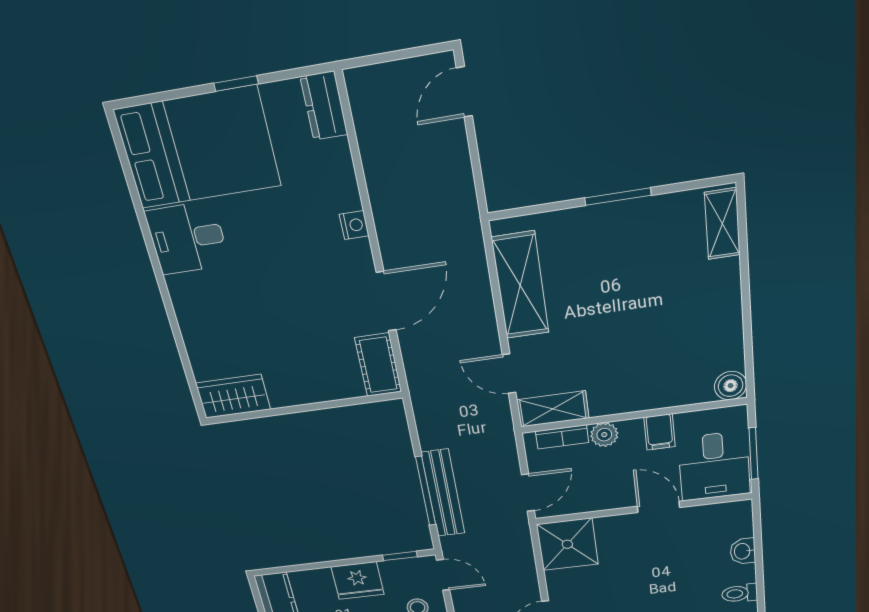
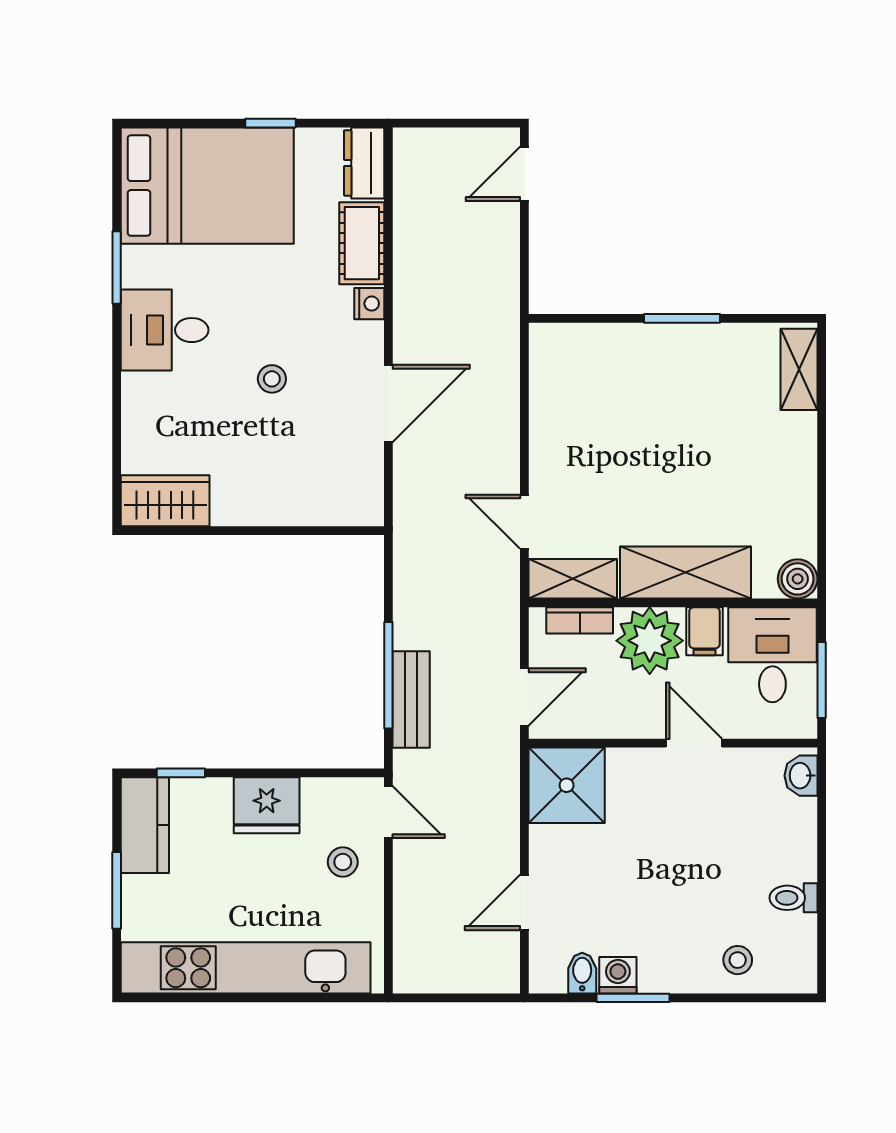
window: (145, 228) -> (117, 268), added
desk: (187, 238) -> (165, 330), moved
shelving: (520, 285) -> (686, 573), moved, turned 90
stool: (290, 296) -> (272, 379), added
cot: (378, 365) -> (362, 243), moved
plant: (604, 435) -> (650, 641), width x1.88, depth x1.88
desk: (714, 466) -> (772, 655), moved, turned 180
bench: (443, 493) -> (411, 700), width x0.73
washbasin: (743, 551) -> (801, 776), moved
window: (400, 556) -> (181, 773), moved

